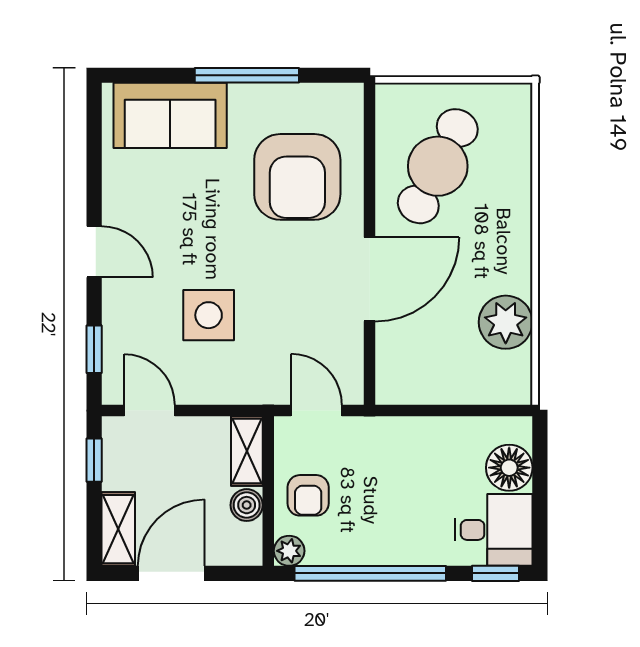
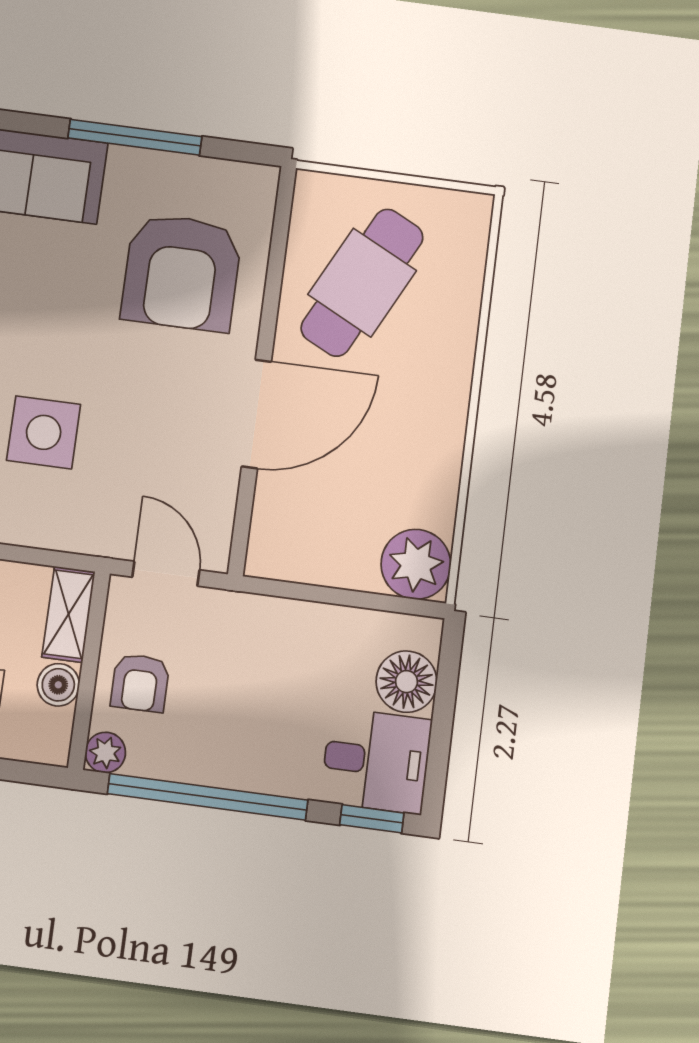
plant: (506, 322) -> (416, 564), moved

